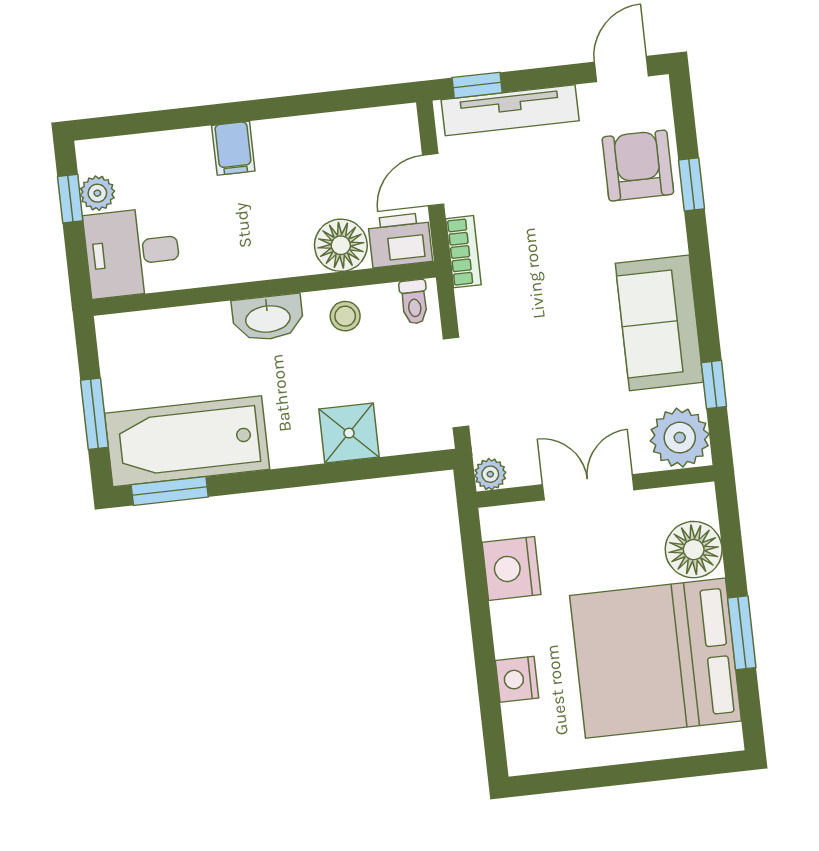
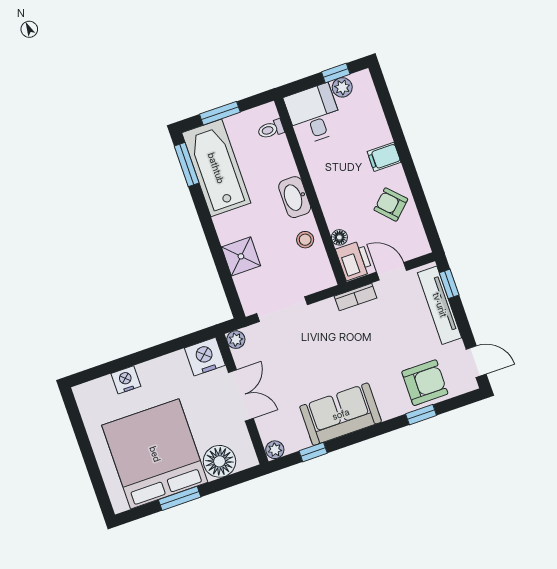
armchair: (318, 155) -> (391, 204), added
floor lamp: (341, 245) -> (339, 237), width x0.53, depth x0.53
toilet: (414, 302) -> (271, 129), moved
plant: (680, 438) -> (275, 450), width x0.53, depth x0.53
nightstand: (511, 568) -> (205, 357), moved

